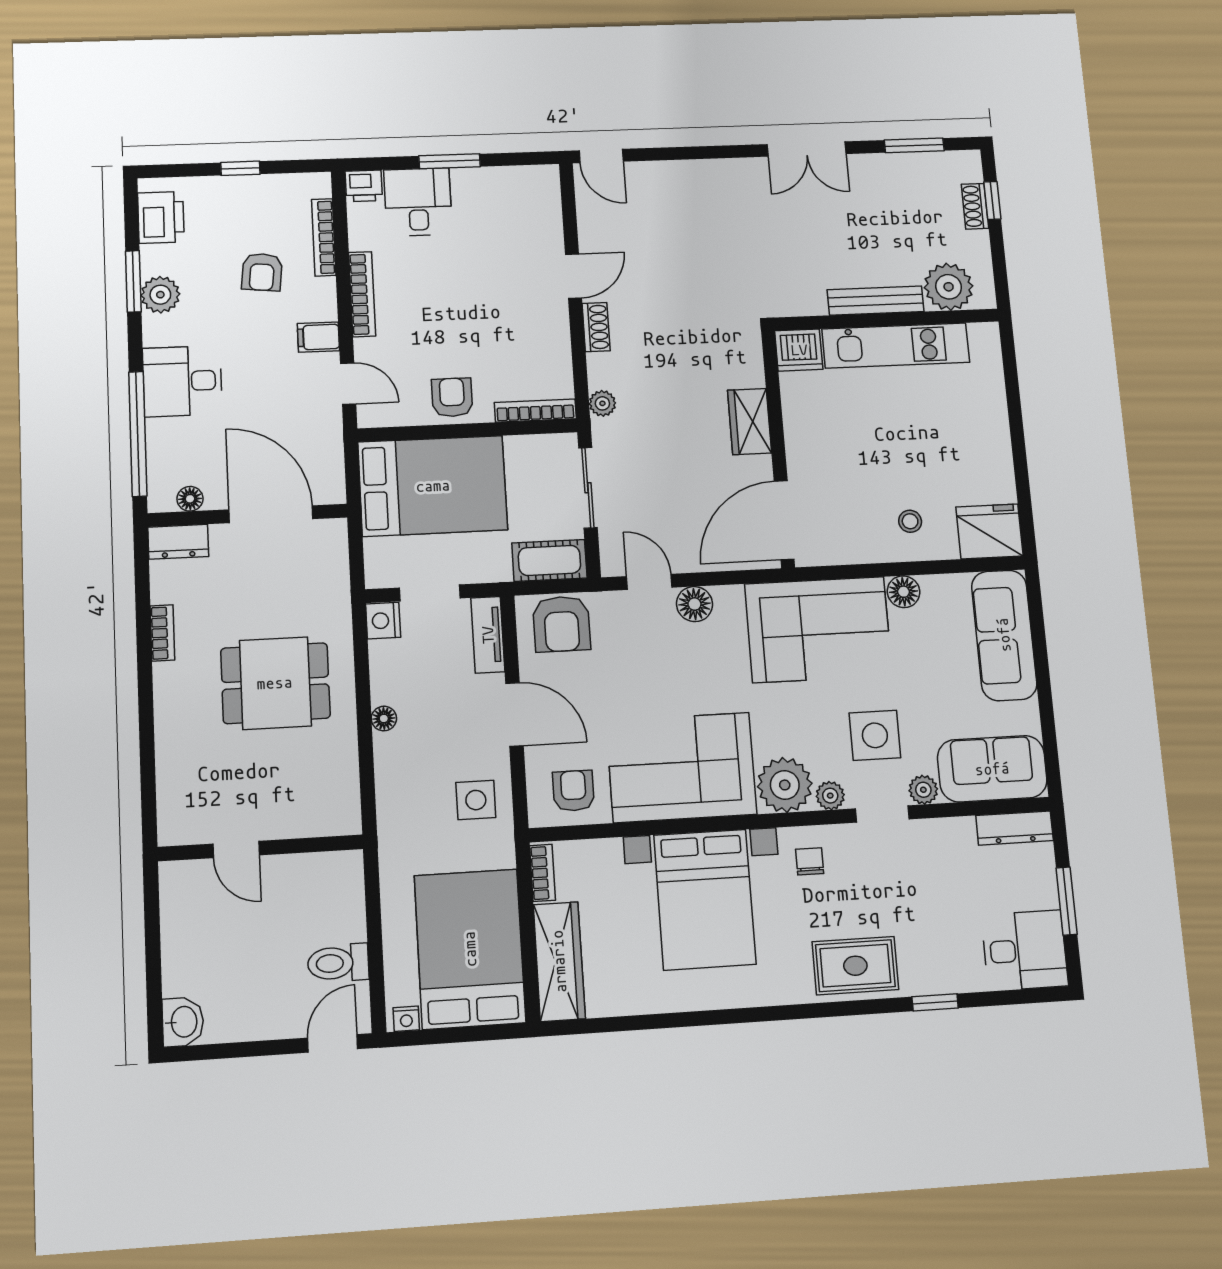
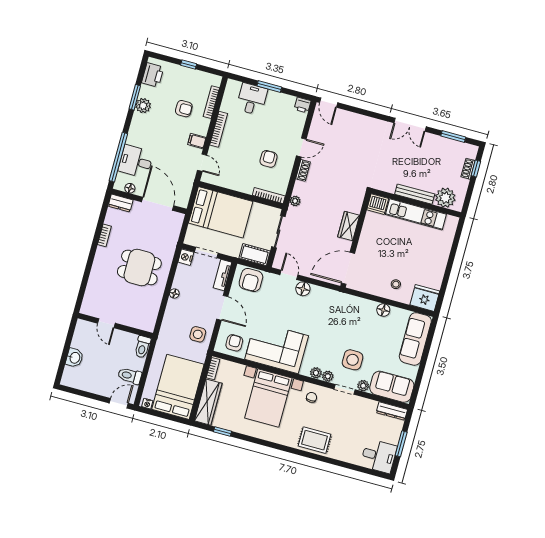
printer: (364, 186) -> (303, 105), moved
armchair: (262, 272) -> (184, 109), turned -96
desk: (182, 381) -> (136, 161), moved
armchair: (452, 397) -> (268, 159), moved
corner sofa: (818, 630) -> (346, 314), removed
plant: (785, 785) -> (316, 373), width x0.53, depth x0.53
toilet: (347, 878) -> (143, 347), added
window: (935, 1002) -> (222, 431), moved
washbasin: (183, 1022) -> (74, 358), moved

